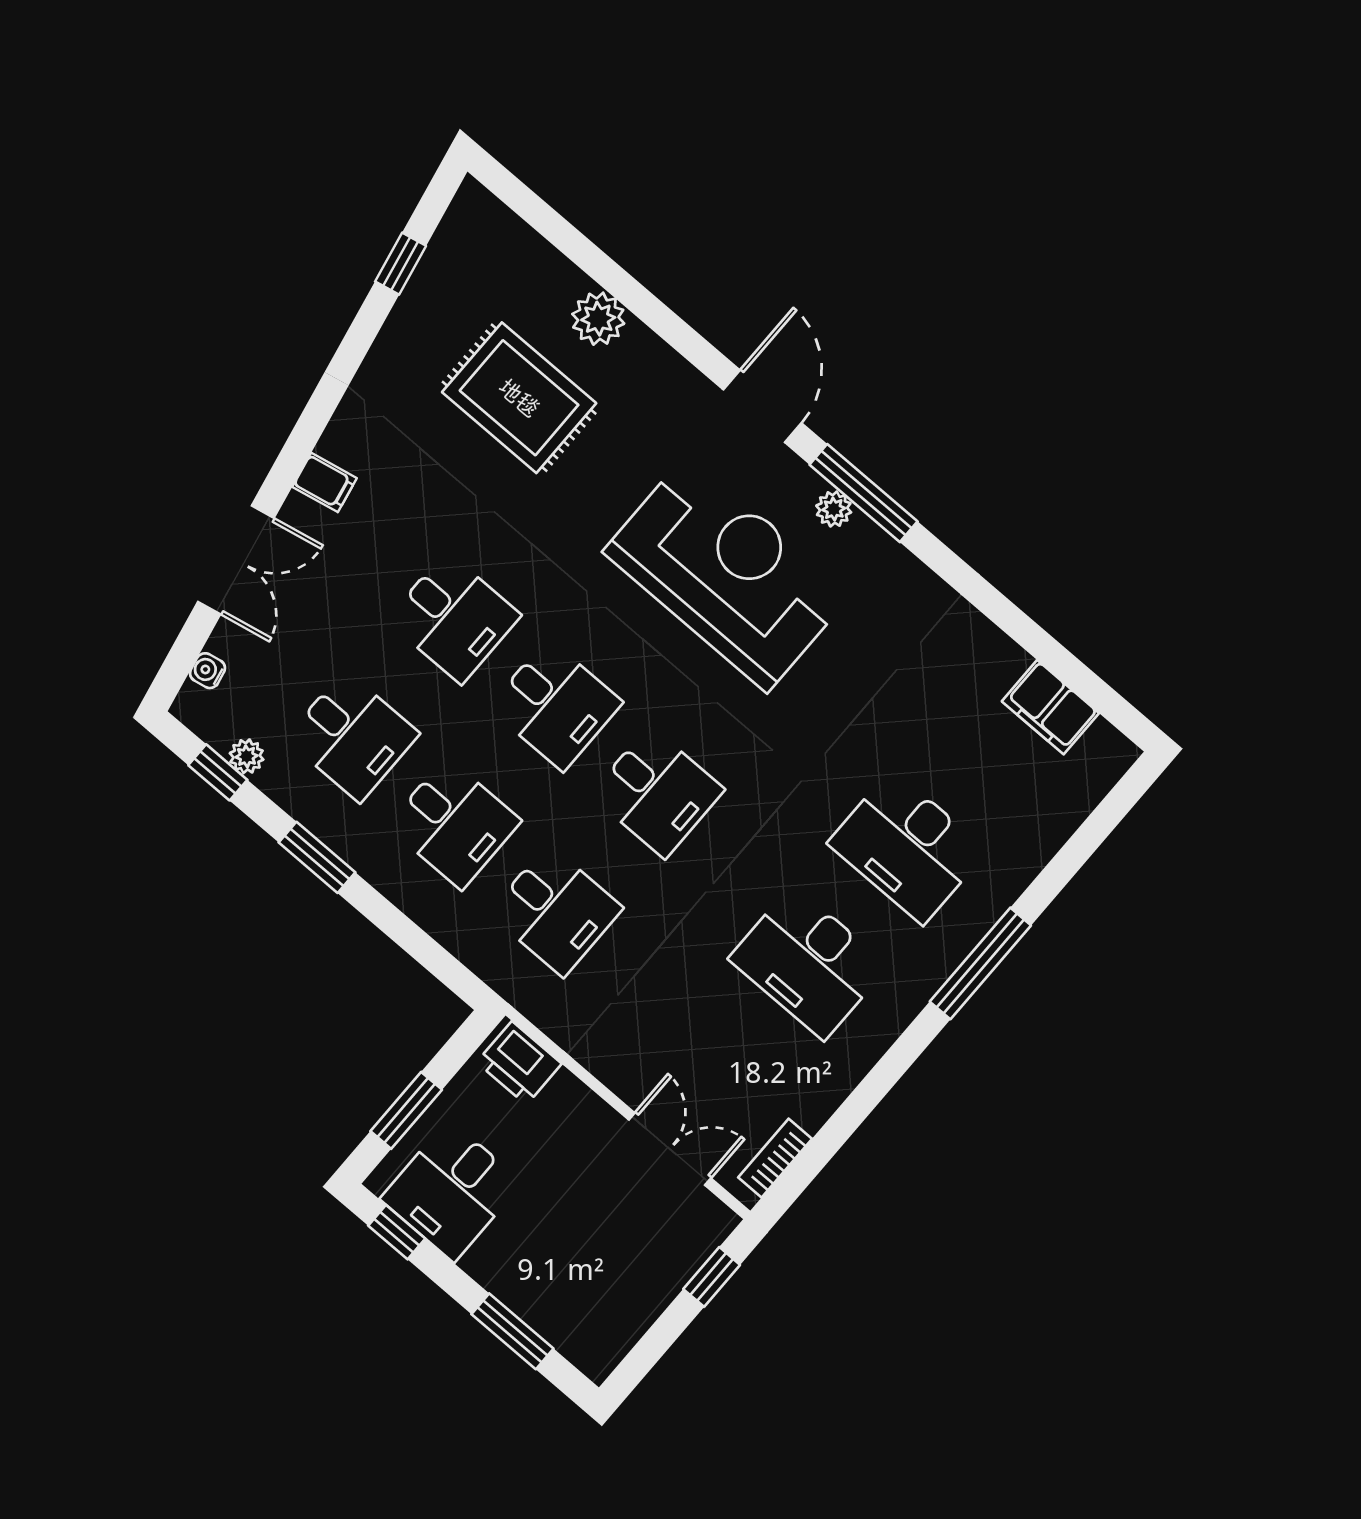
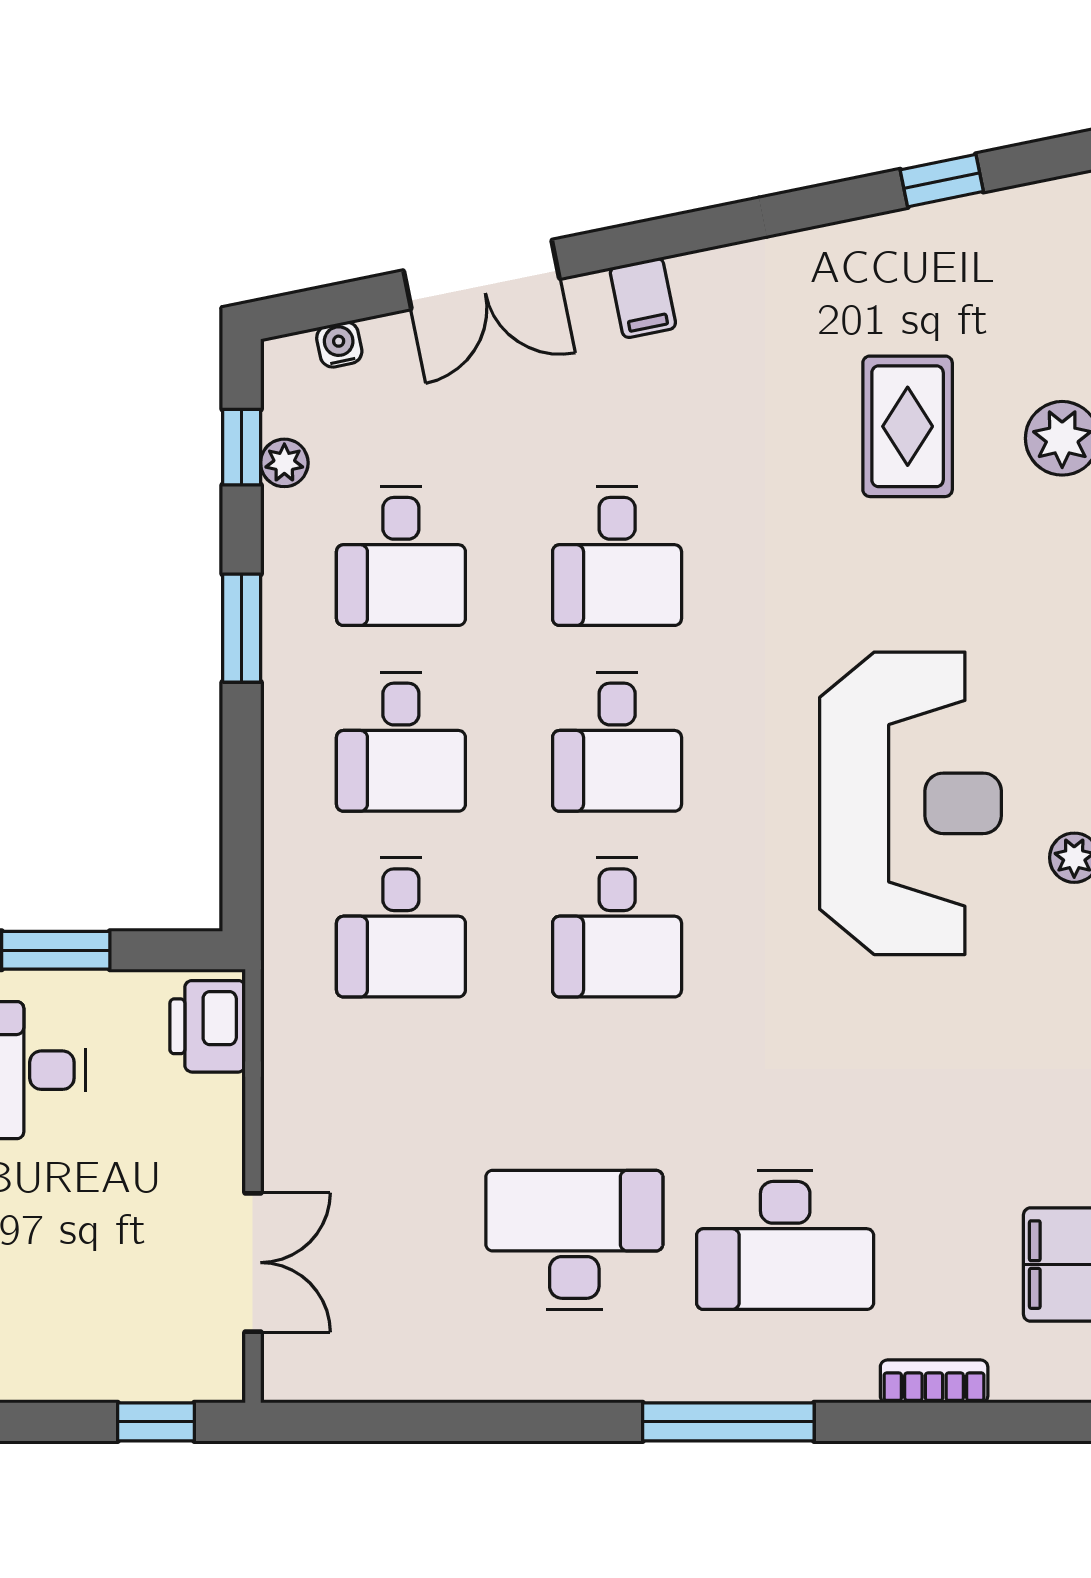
rug: (519, 398) -> (908, 426), width x0.73, depth x0.70
desk: (907, 847) -> (785, 1240), turned -90
desk: (808, 962) -> (574, 1240), turned 90
bookcase: (775, 1158) -> (934, 1381), moved

